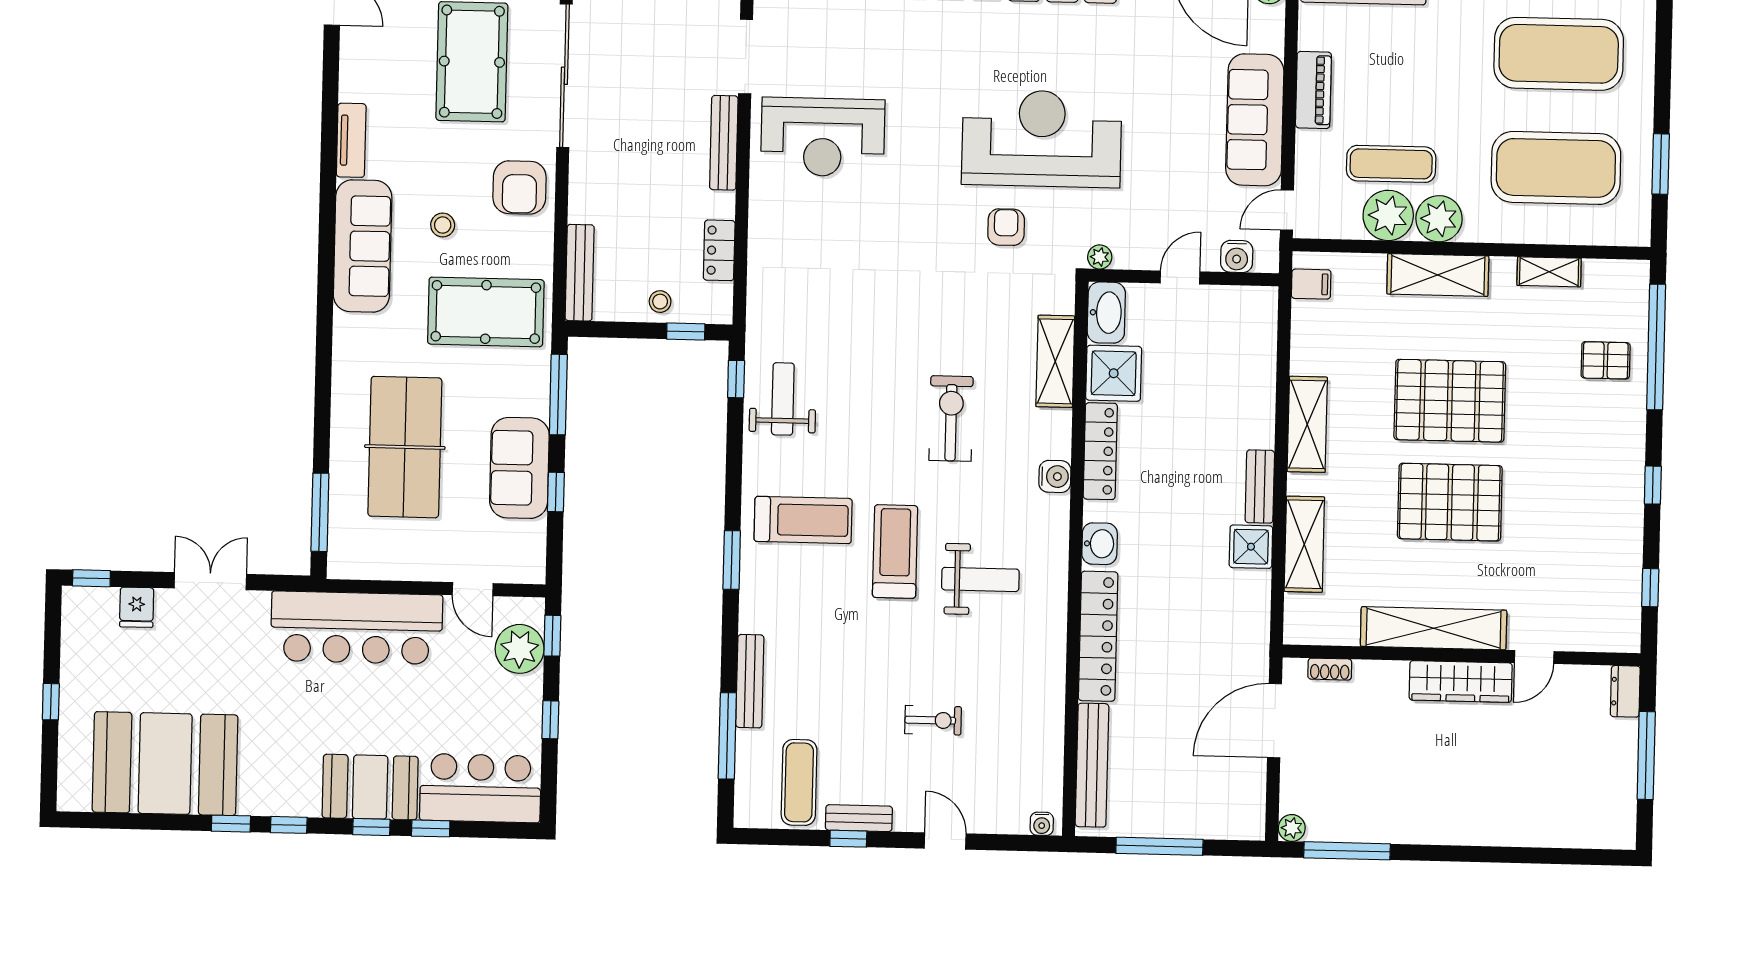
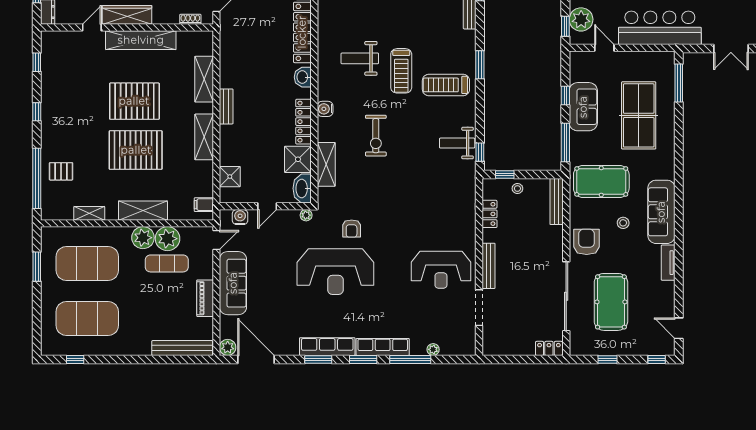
reception desk: (823, 137) -> (441, 270), turned 180
weight bench: (783, 399) -> (457, 143), turned 90
shower: (1251, 547) -> (230, 177), moved

